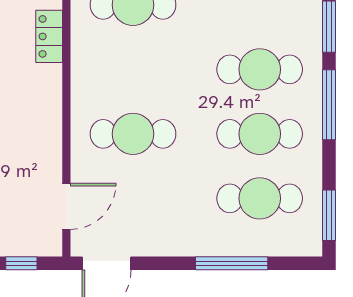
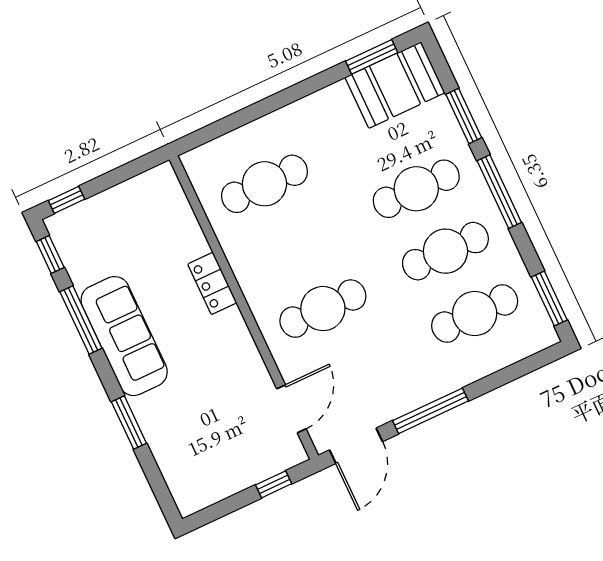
locker: (49, 36) -> (212, 283), moved
window: (232, 263) -> (431, 411), moved

